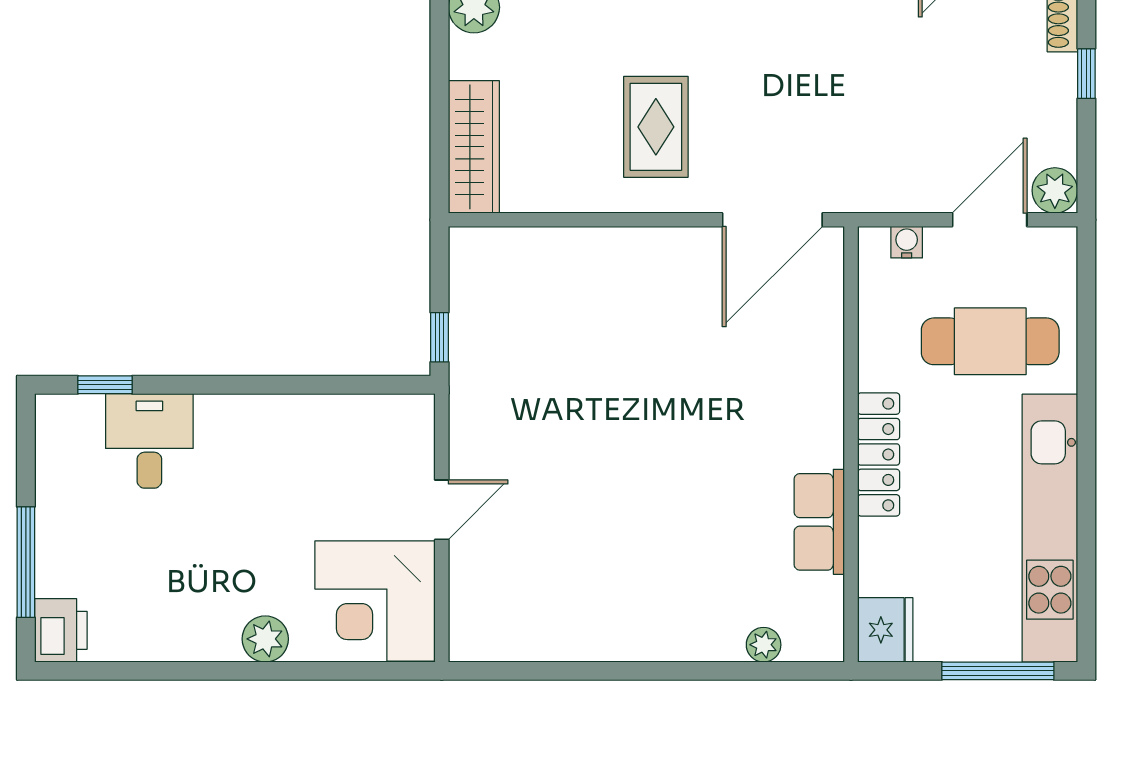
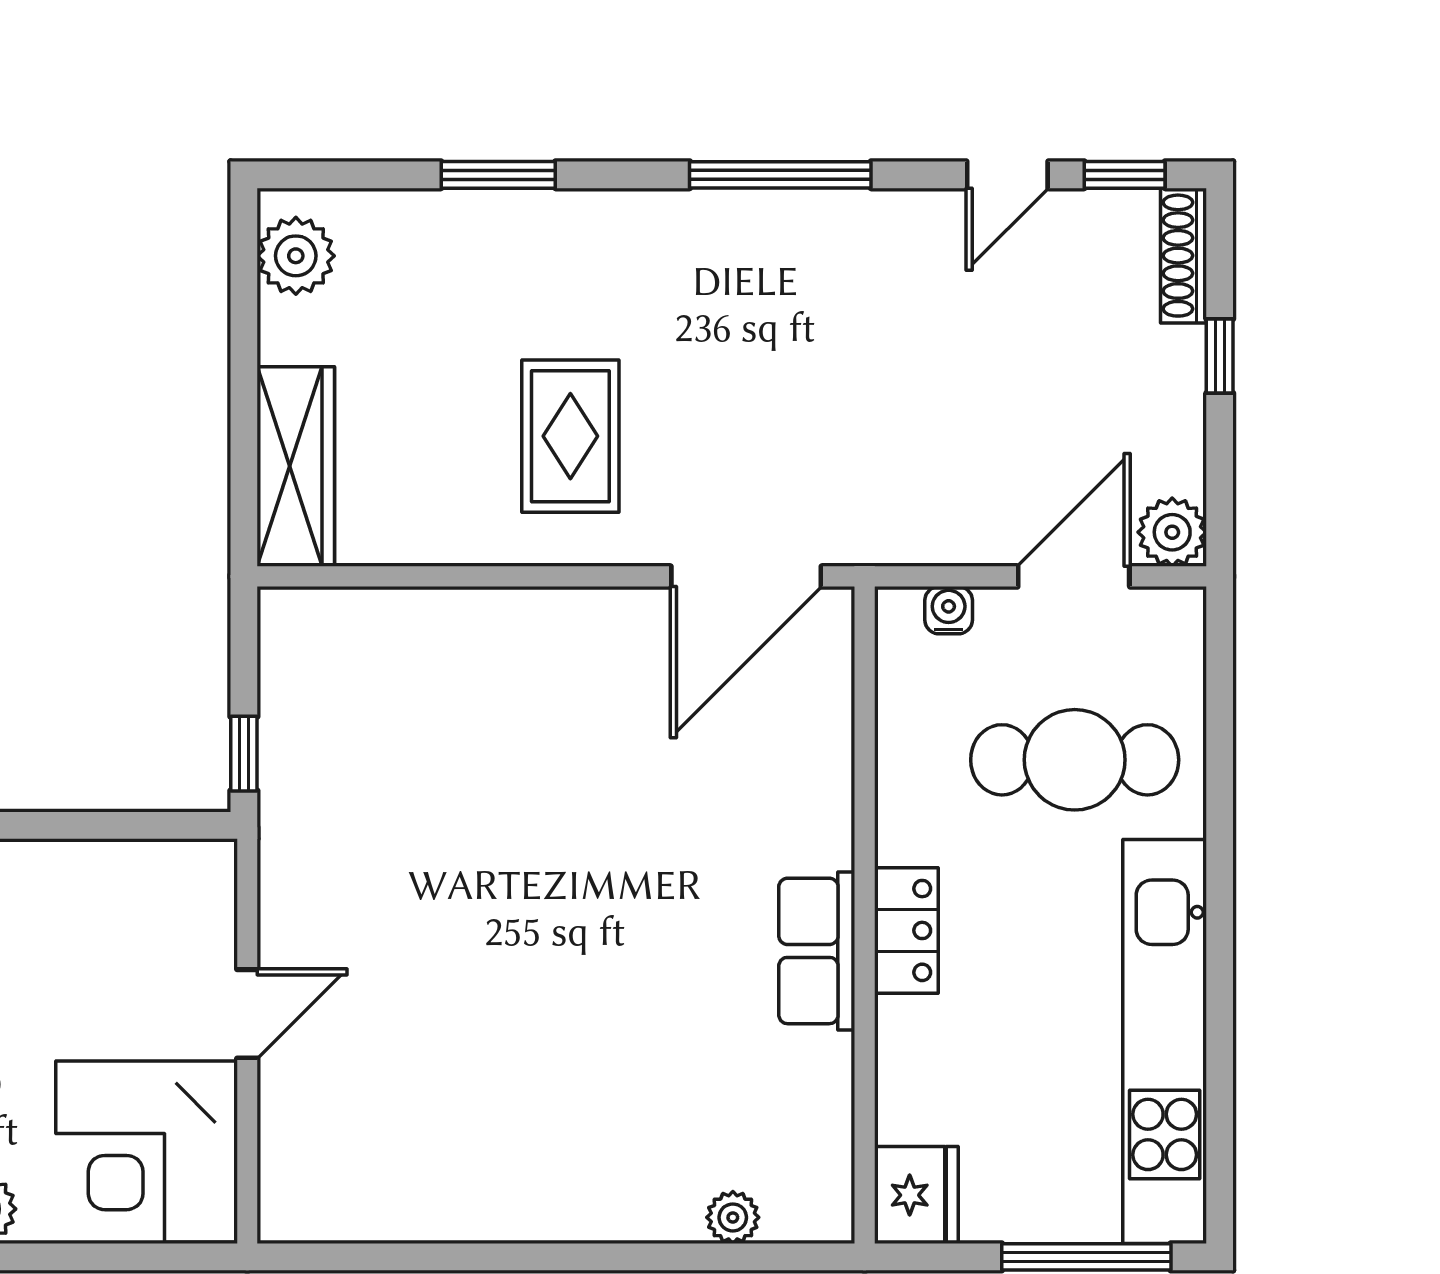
locker: (879, 454) -> (906, 930), width x0.66
row of seats: (819, 522) -> (817, 951), moved

